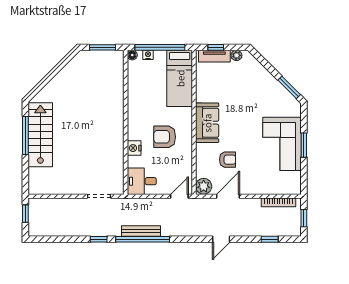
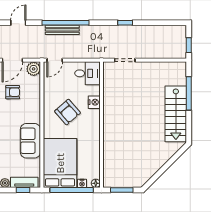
bed: (180, 78) -> (60, 163), width x1.50
sofa: (207, 123) -> (30, 141), moved
window: (25, 136) -> (189, 93), moved
armchair: (165, 137) -> (68, 112), turned 49
armchair: (228, 160) -> (13, 92), turned 180
bench: (141, 231) -> (62, 30), moved
window: (143, 239) -> (66, 23), moved

